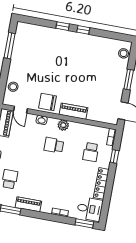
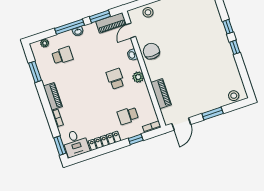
piano: (74, 111) -> (161, 94), moved
piano: (28, 204) -> (53, 96), moved

